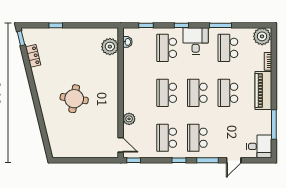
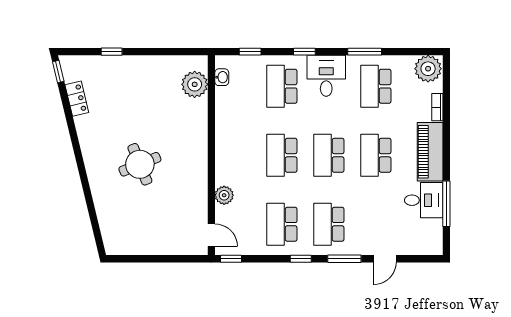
round table: (74, 99) -> (140, 164), turned -31
desk: (259, 146) -> (424, 200), moved

